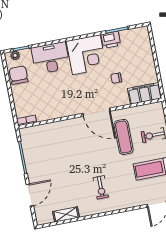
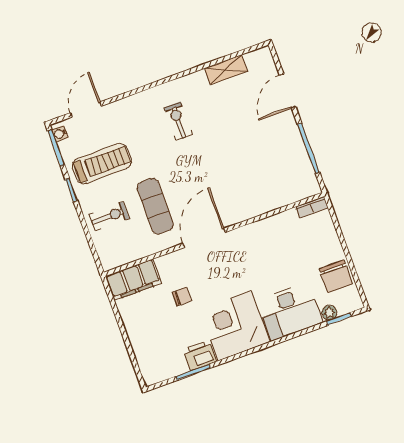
plant: (15, 55) -> (329, 313), moved
door: (97, 112) -> (204, 238), hinge flipped

